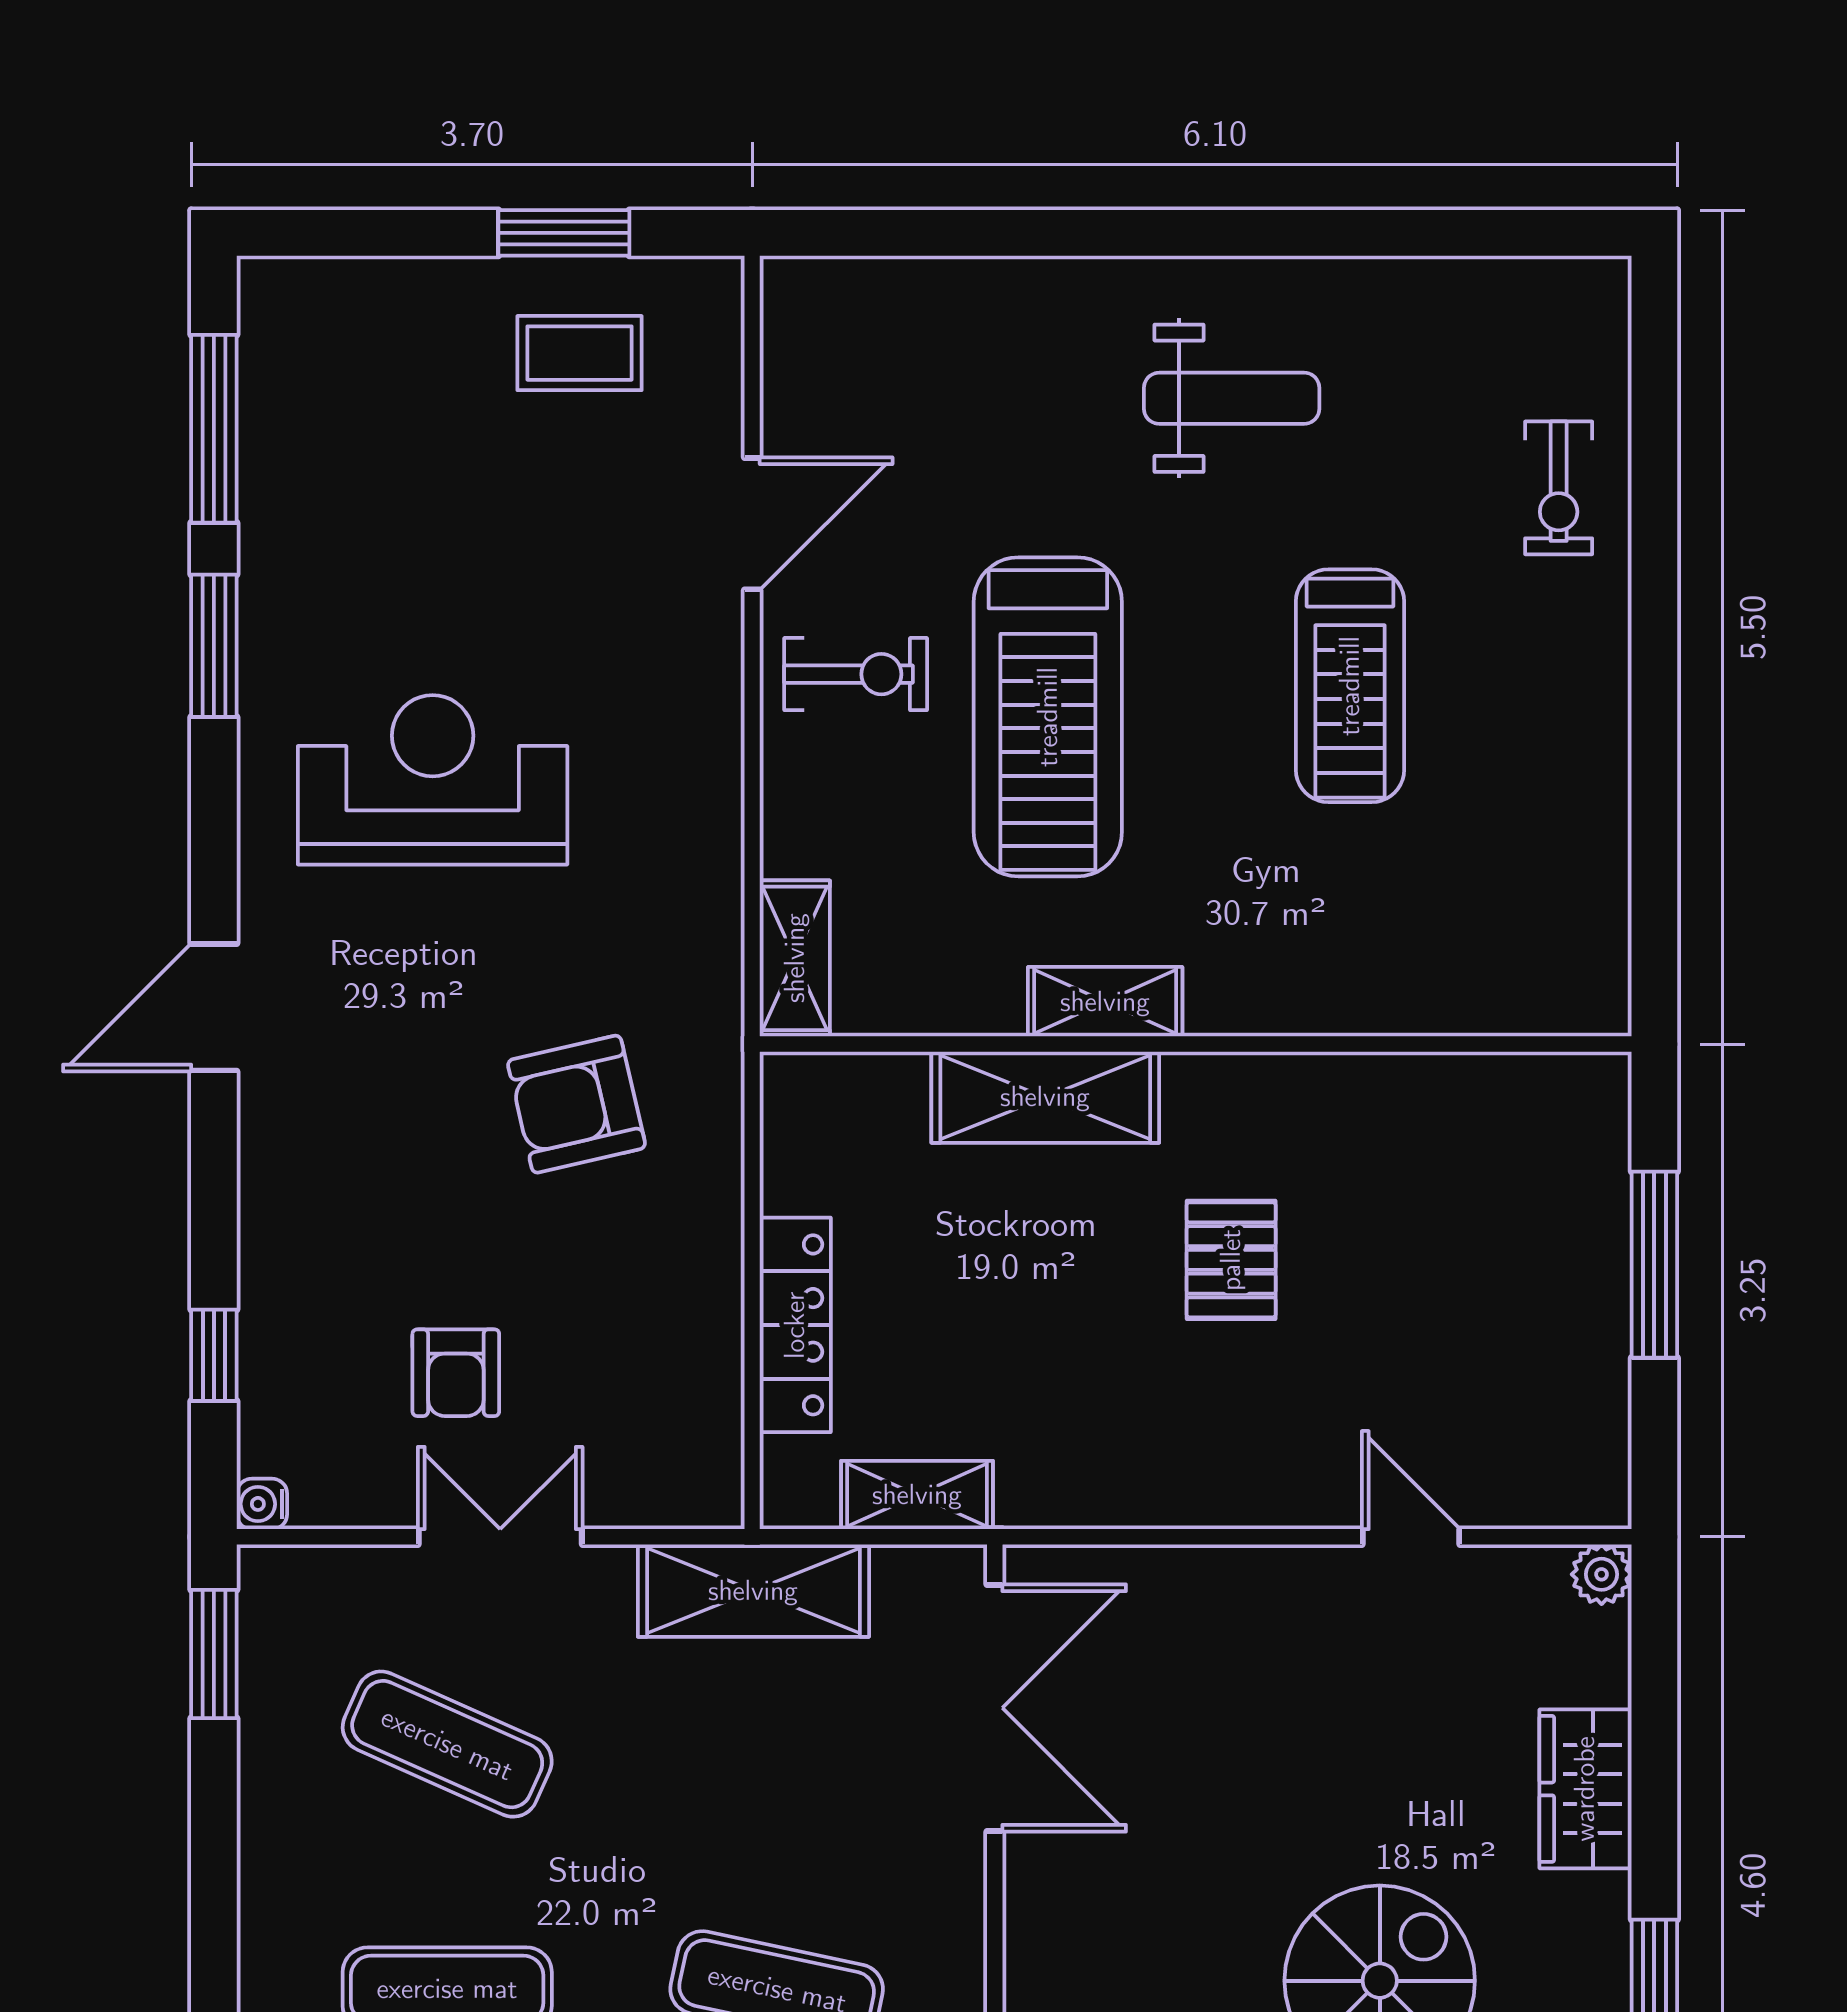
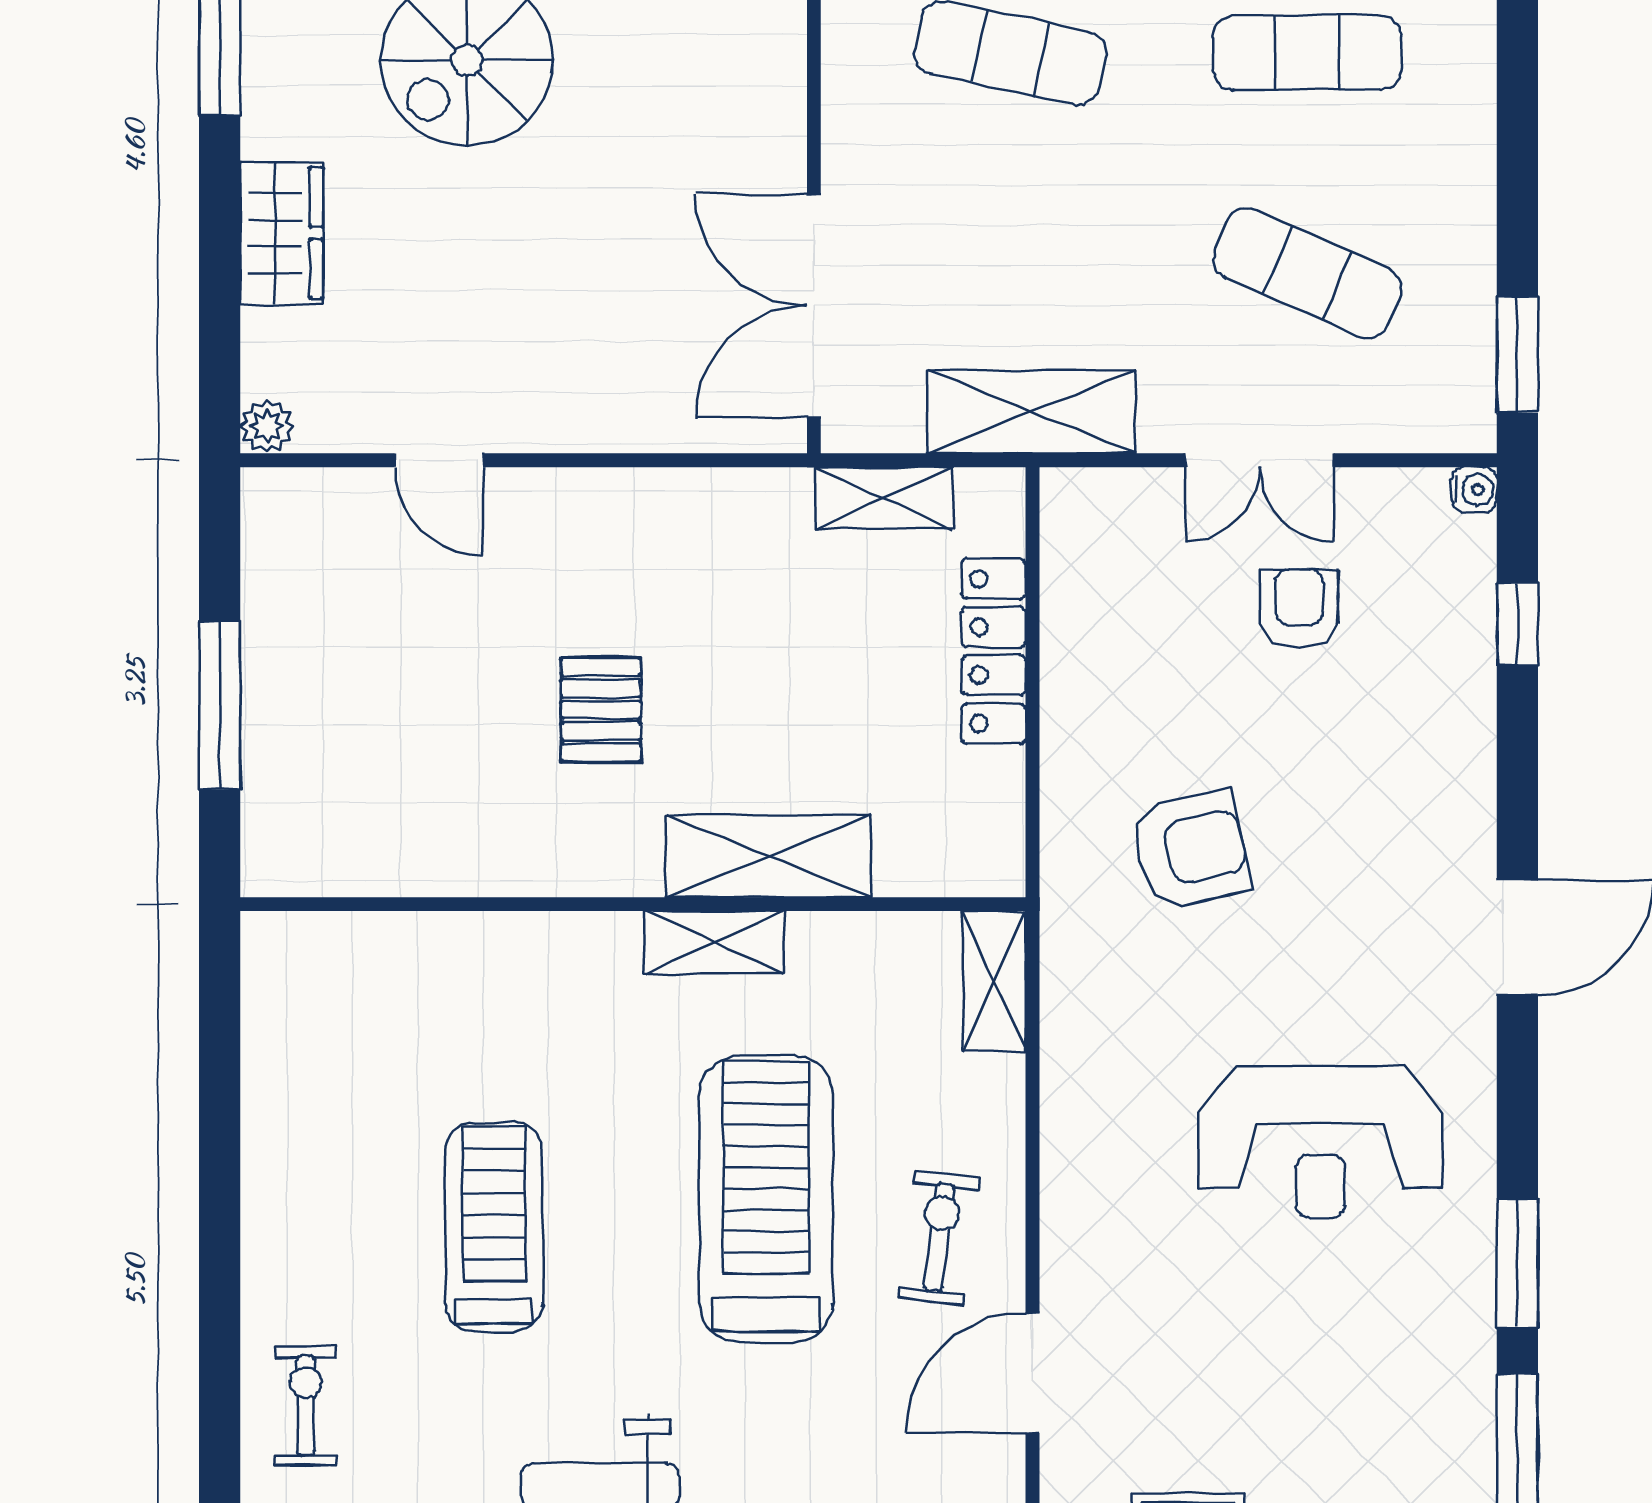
exercise bike: (856, 674) -> (939, 1238), turned 97

